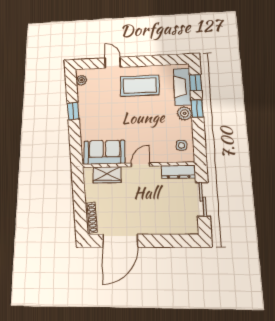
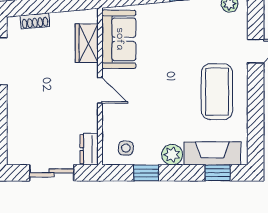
window: (197, 108) -> (146, 173), moved
dresser: (178, 172) -> (89, 149), width x0.70
shoe rack: (91, 218) -> (35, 21), width x0.70

